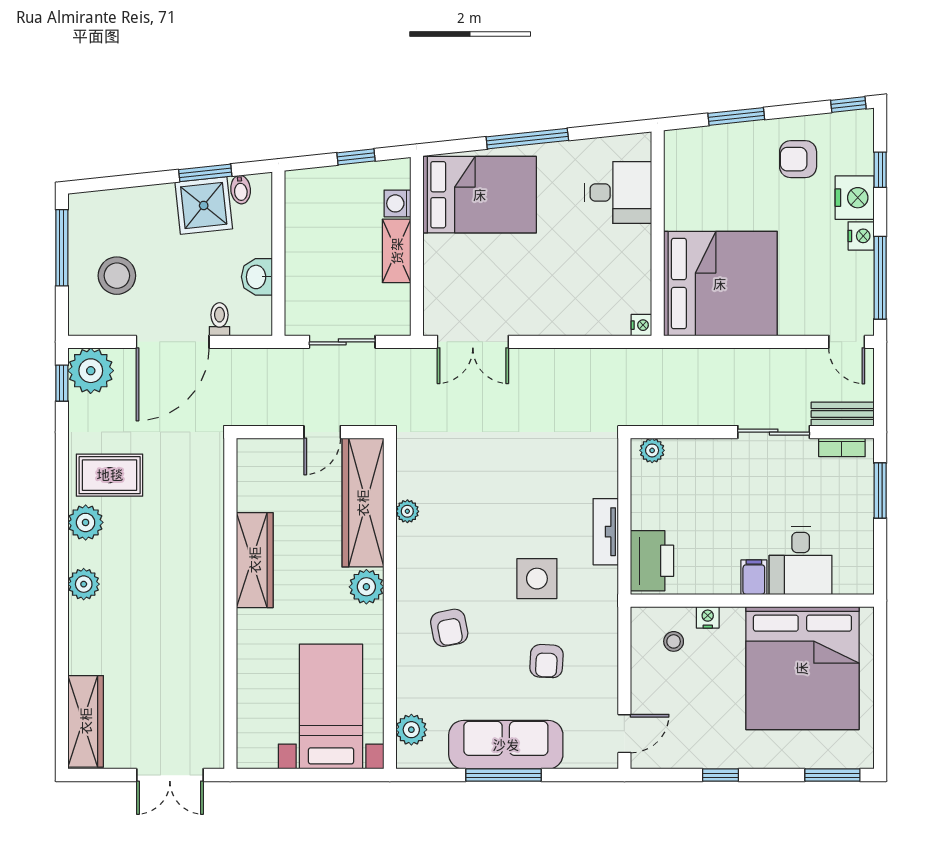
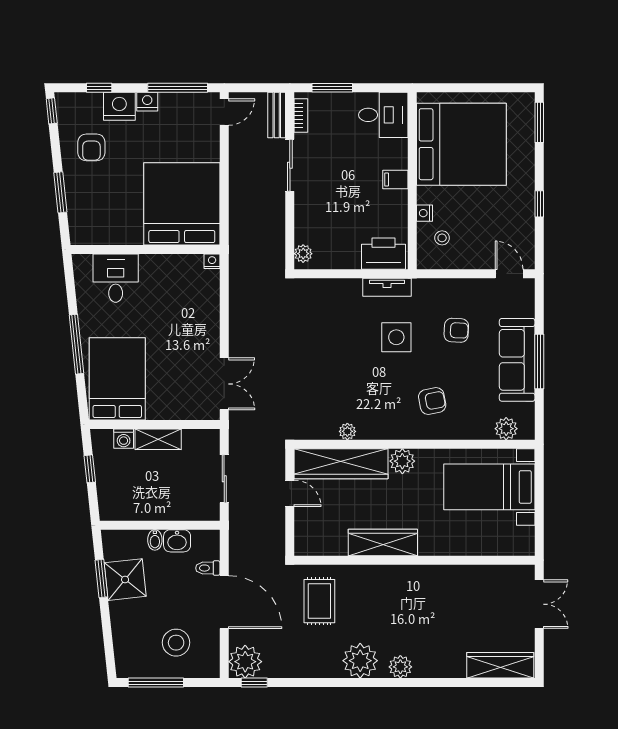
bidet: (241, 190) -> (155, 540), moved, turned 96
rug: (110, 475) -> (319, 601), moved
plant: (86, 522) -> (360, 661), width x1.36, depth x1.36
tv unit: (606, 532) -> (387, 287), moved
desk: (801, 561) -> (383, 115), moved

